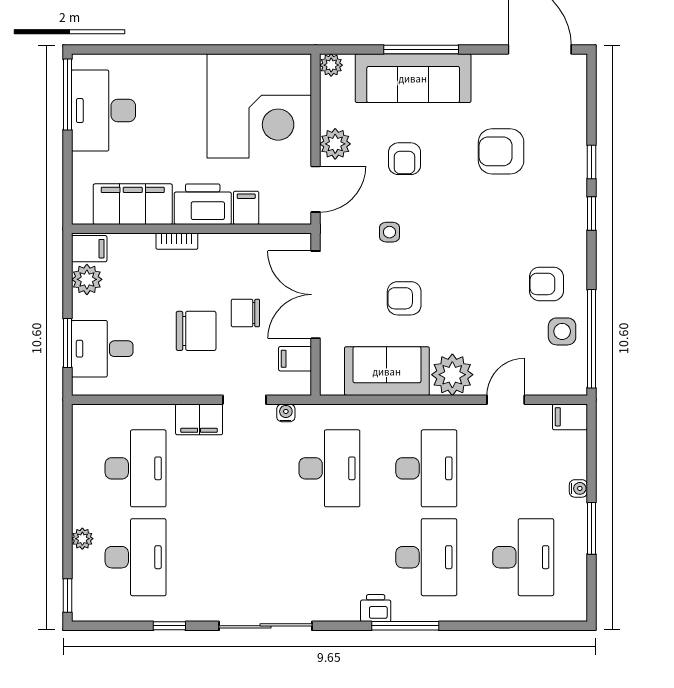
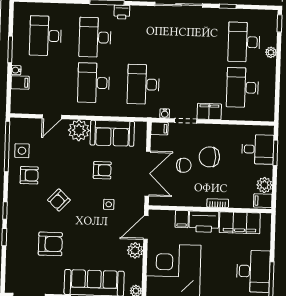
armchair: (405, 159) -> (59, 200), moved, turned -137
filing cabinet: (295, 359) -> (159, 128), moved
filing cabinet: (570, 417) -> (20, 83), moved

